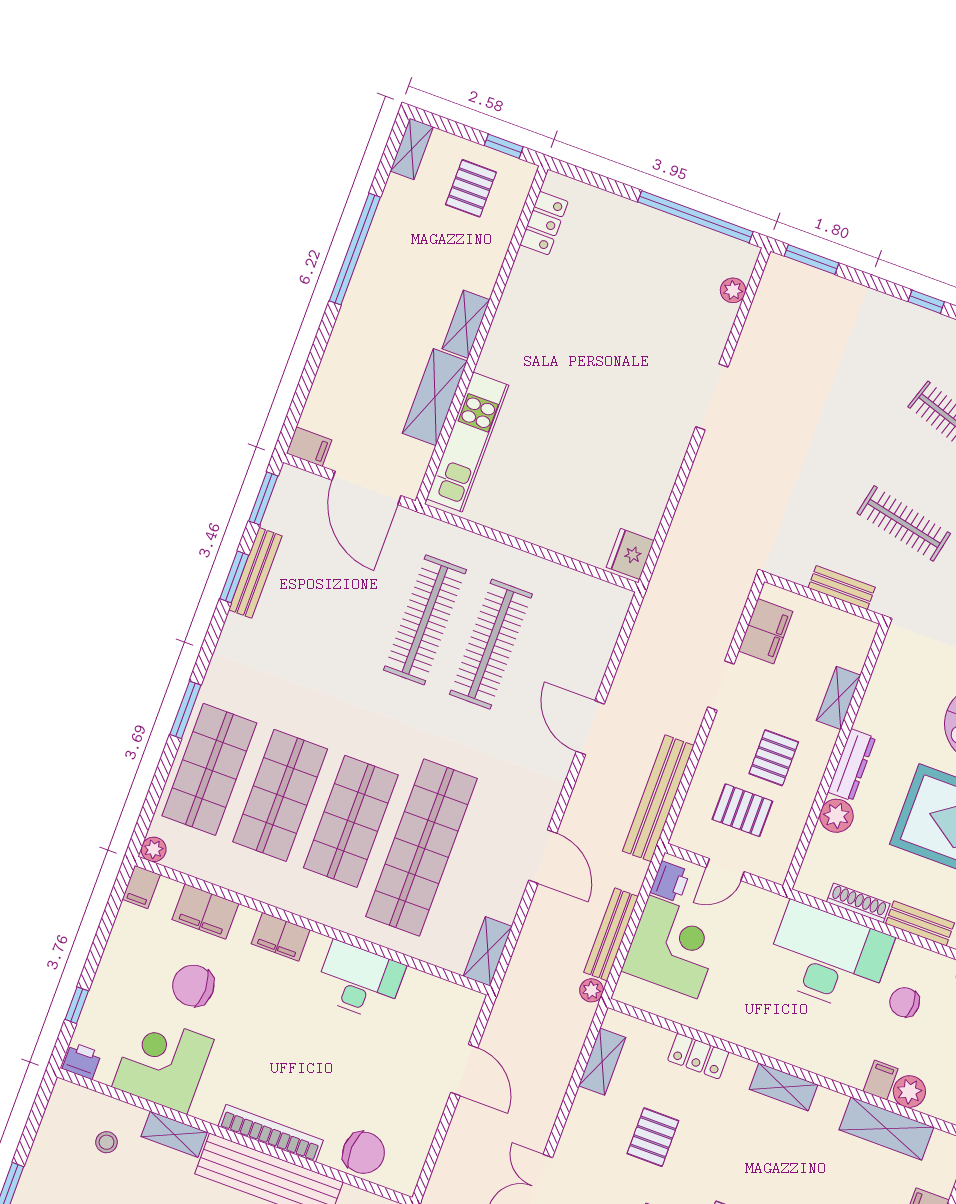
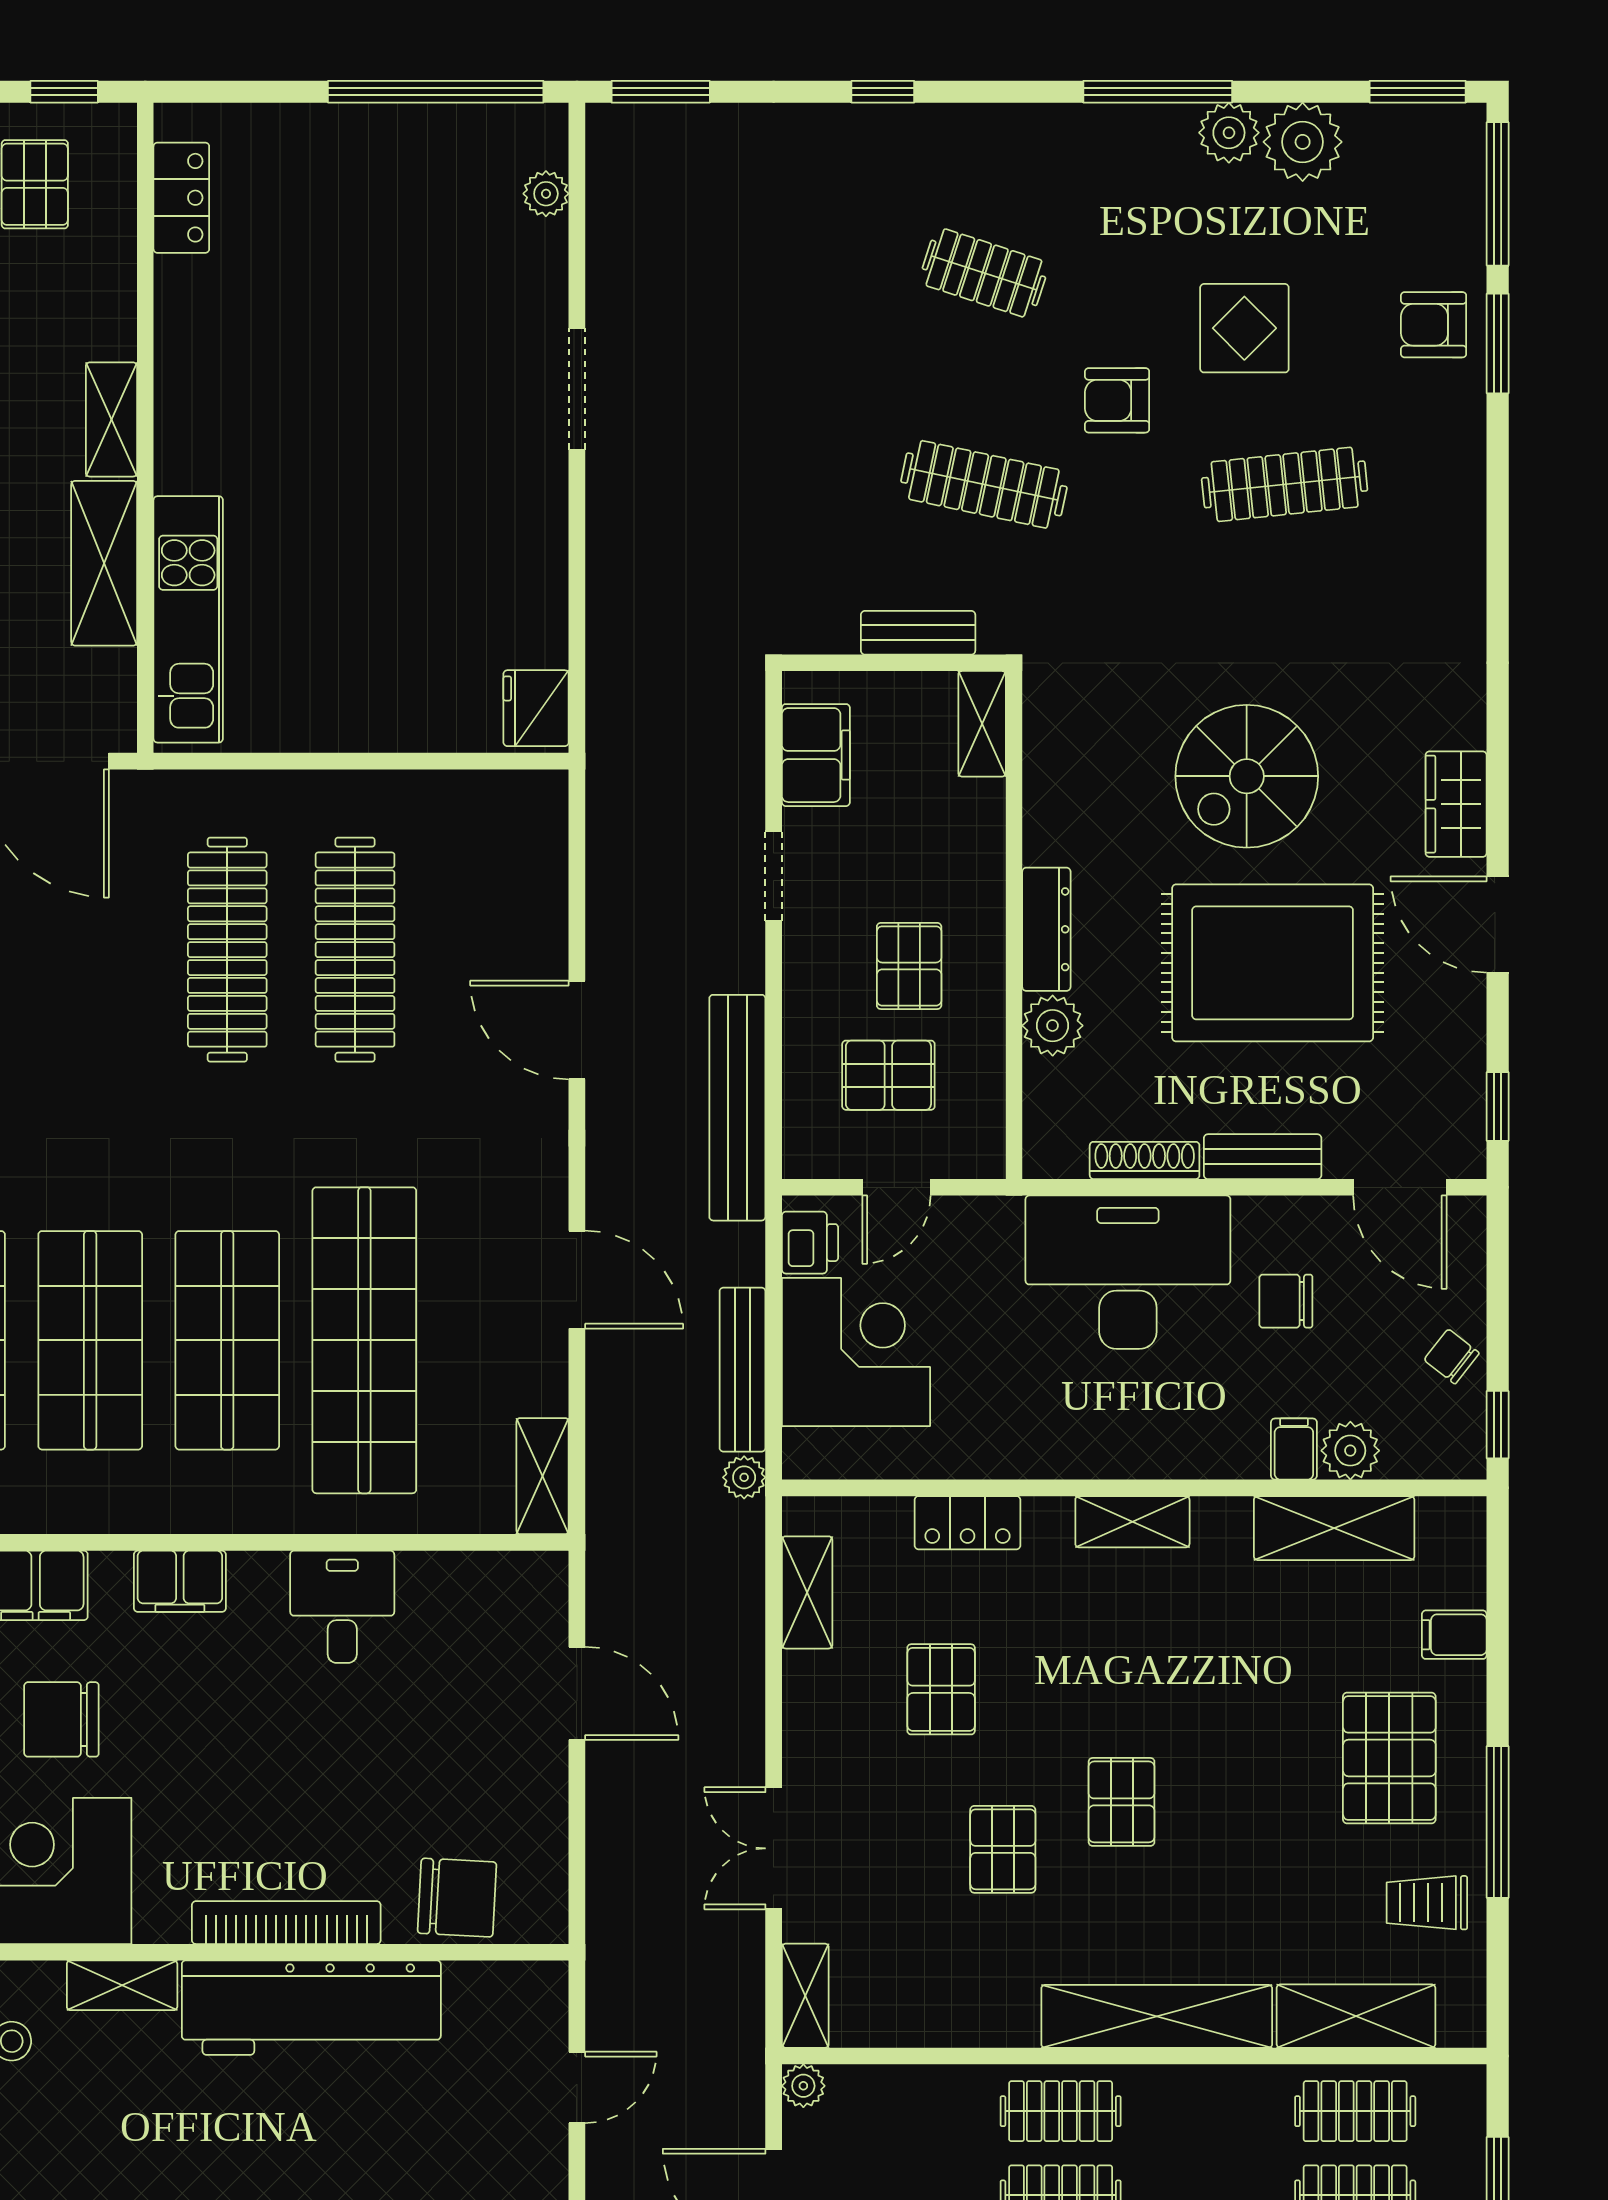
shelving: (838, 698) -> (982, 724), moved
desk: (360, 981) -> (342, 1607), width x0.73

